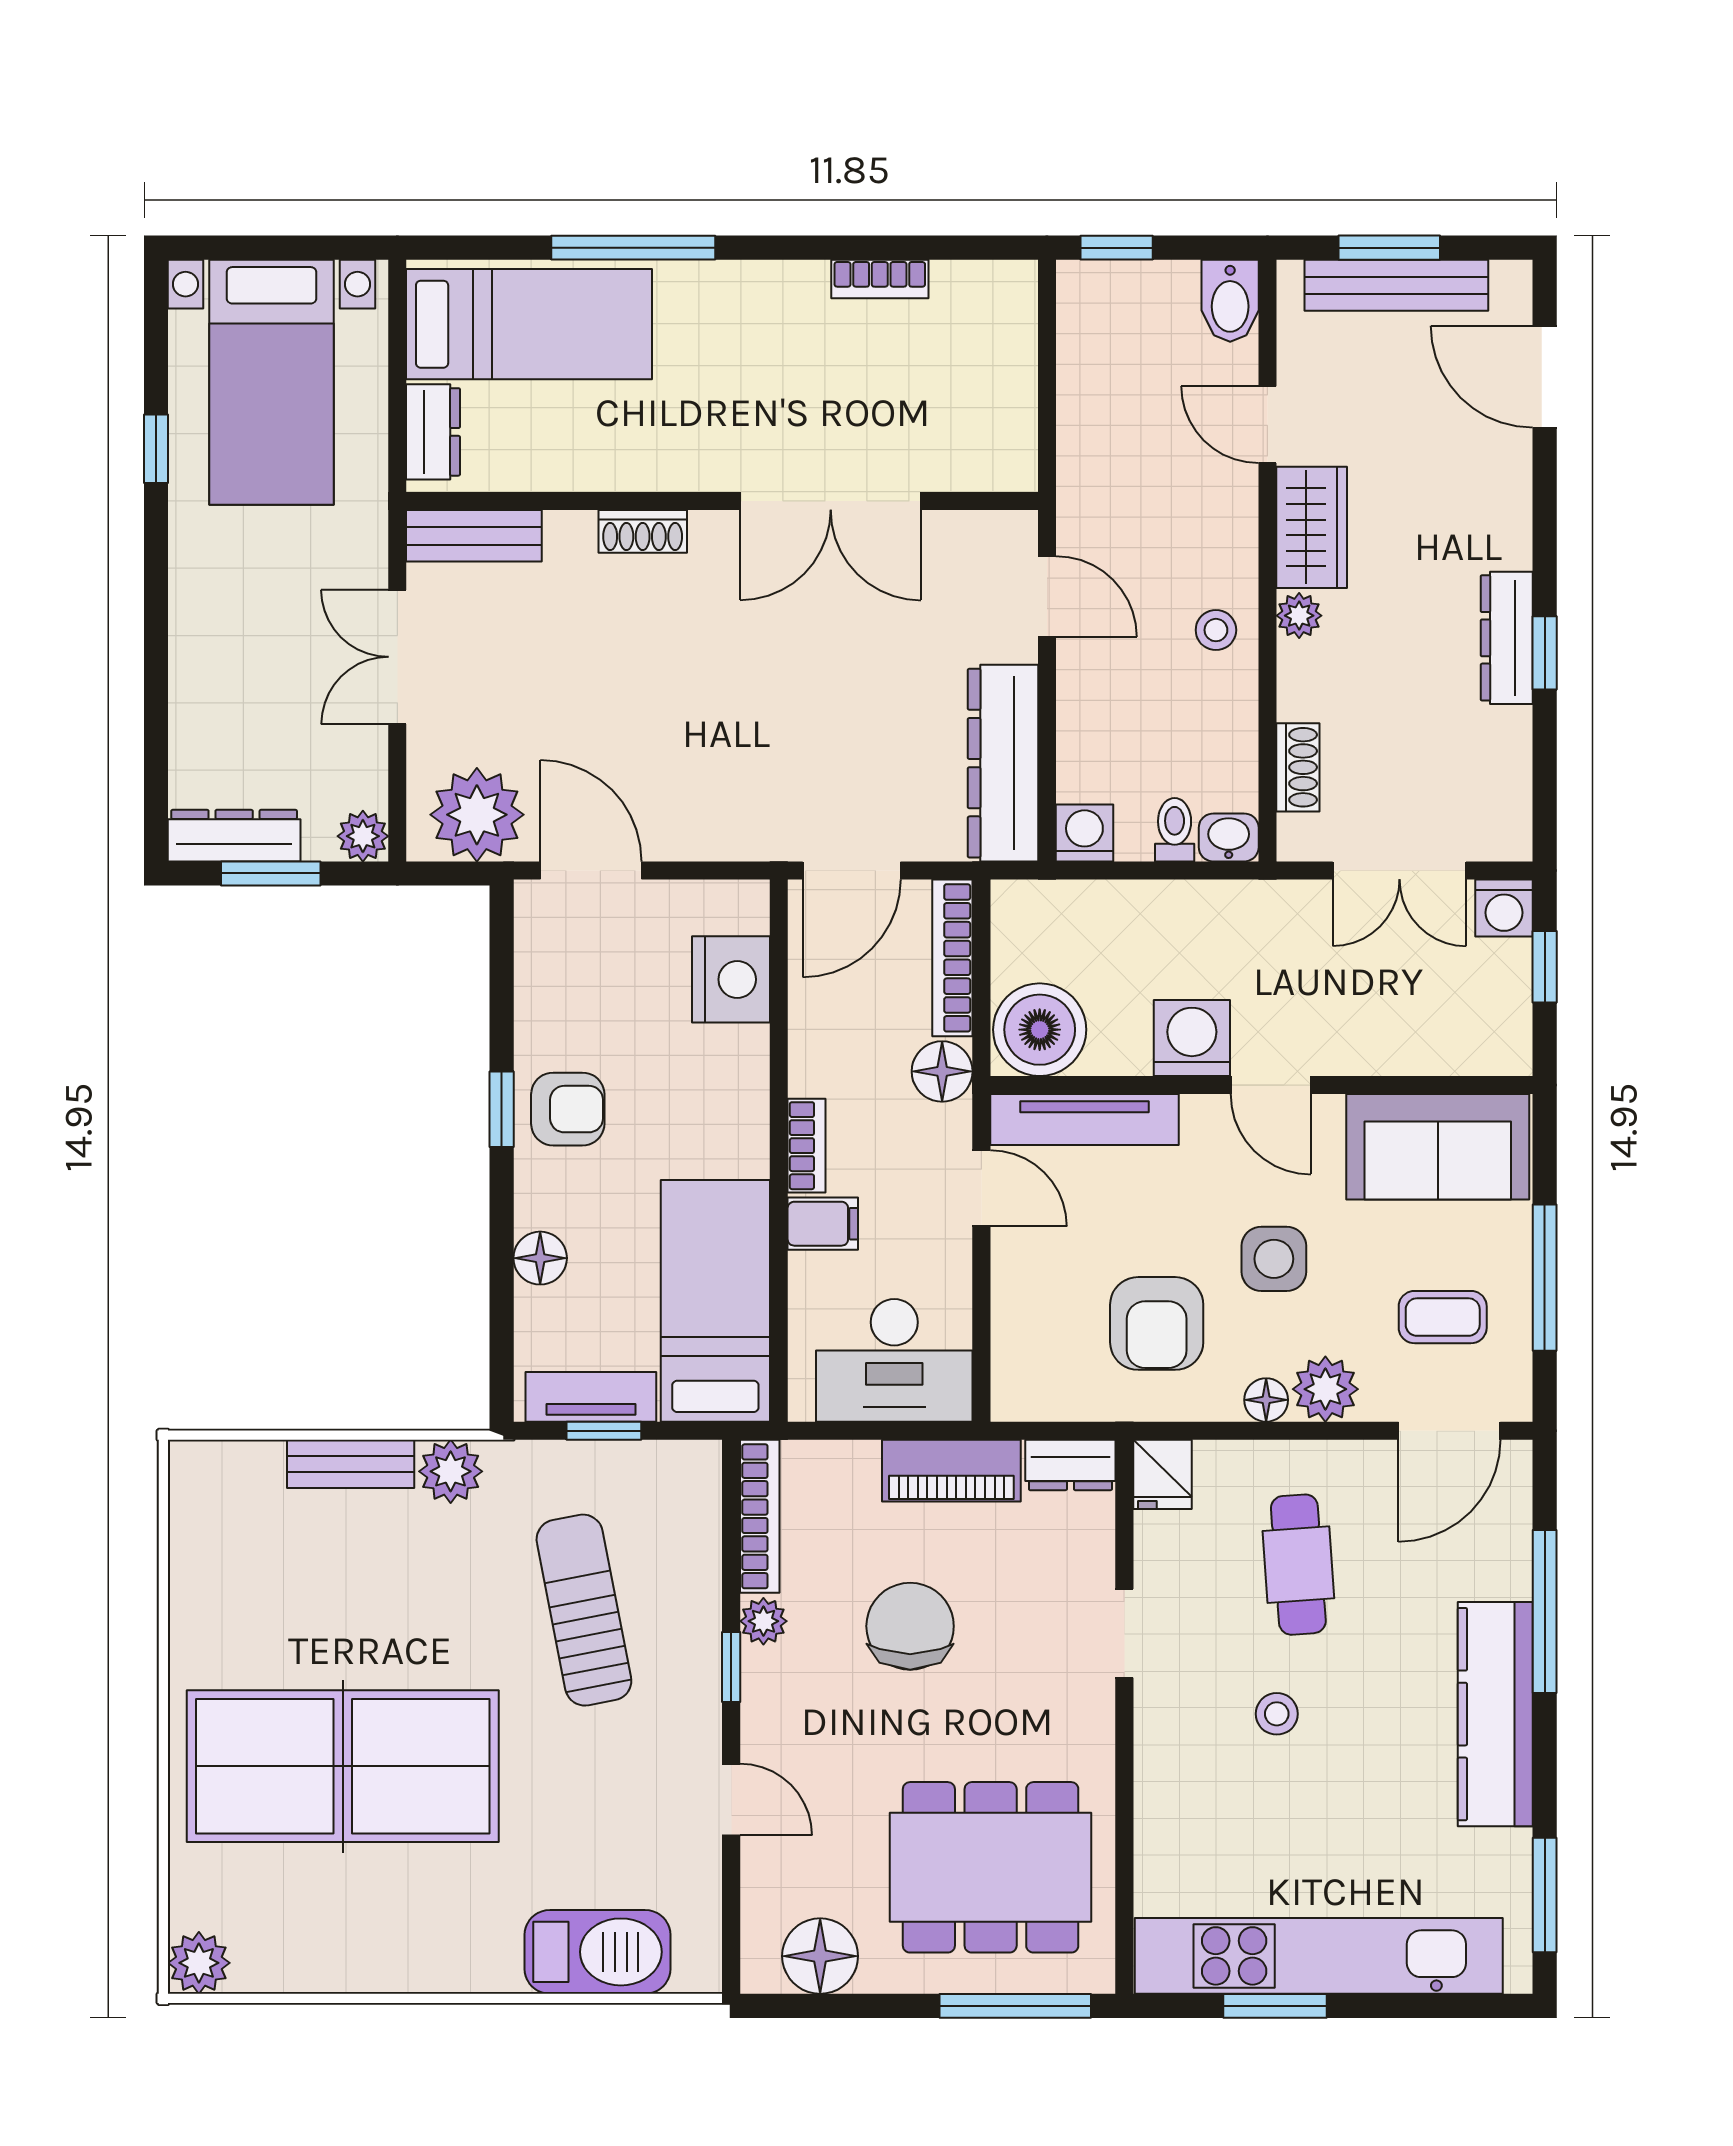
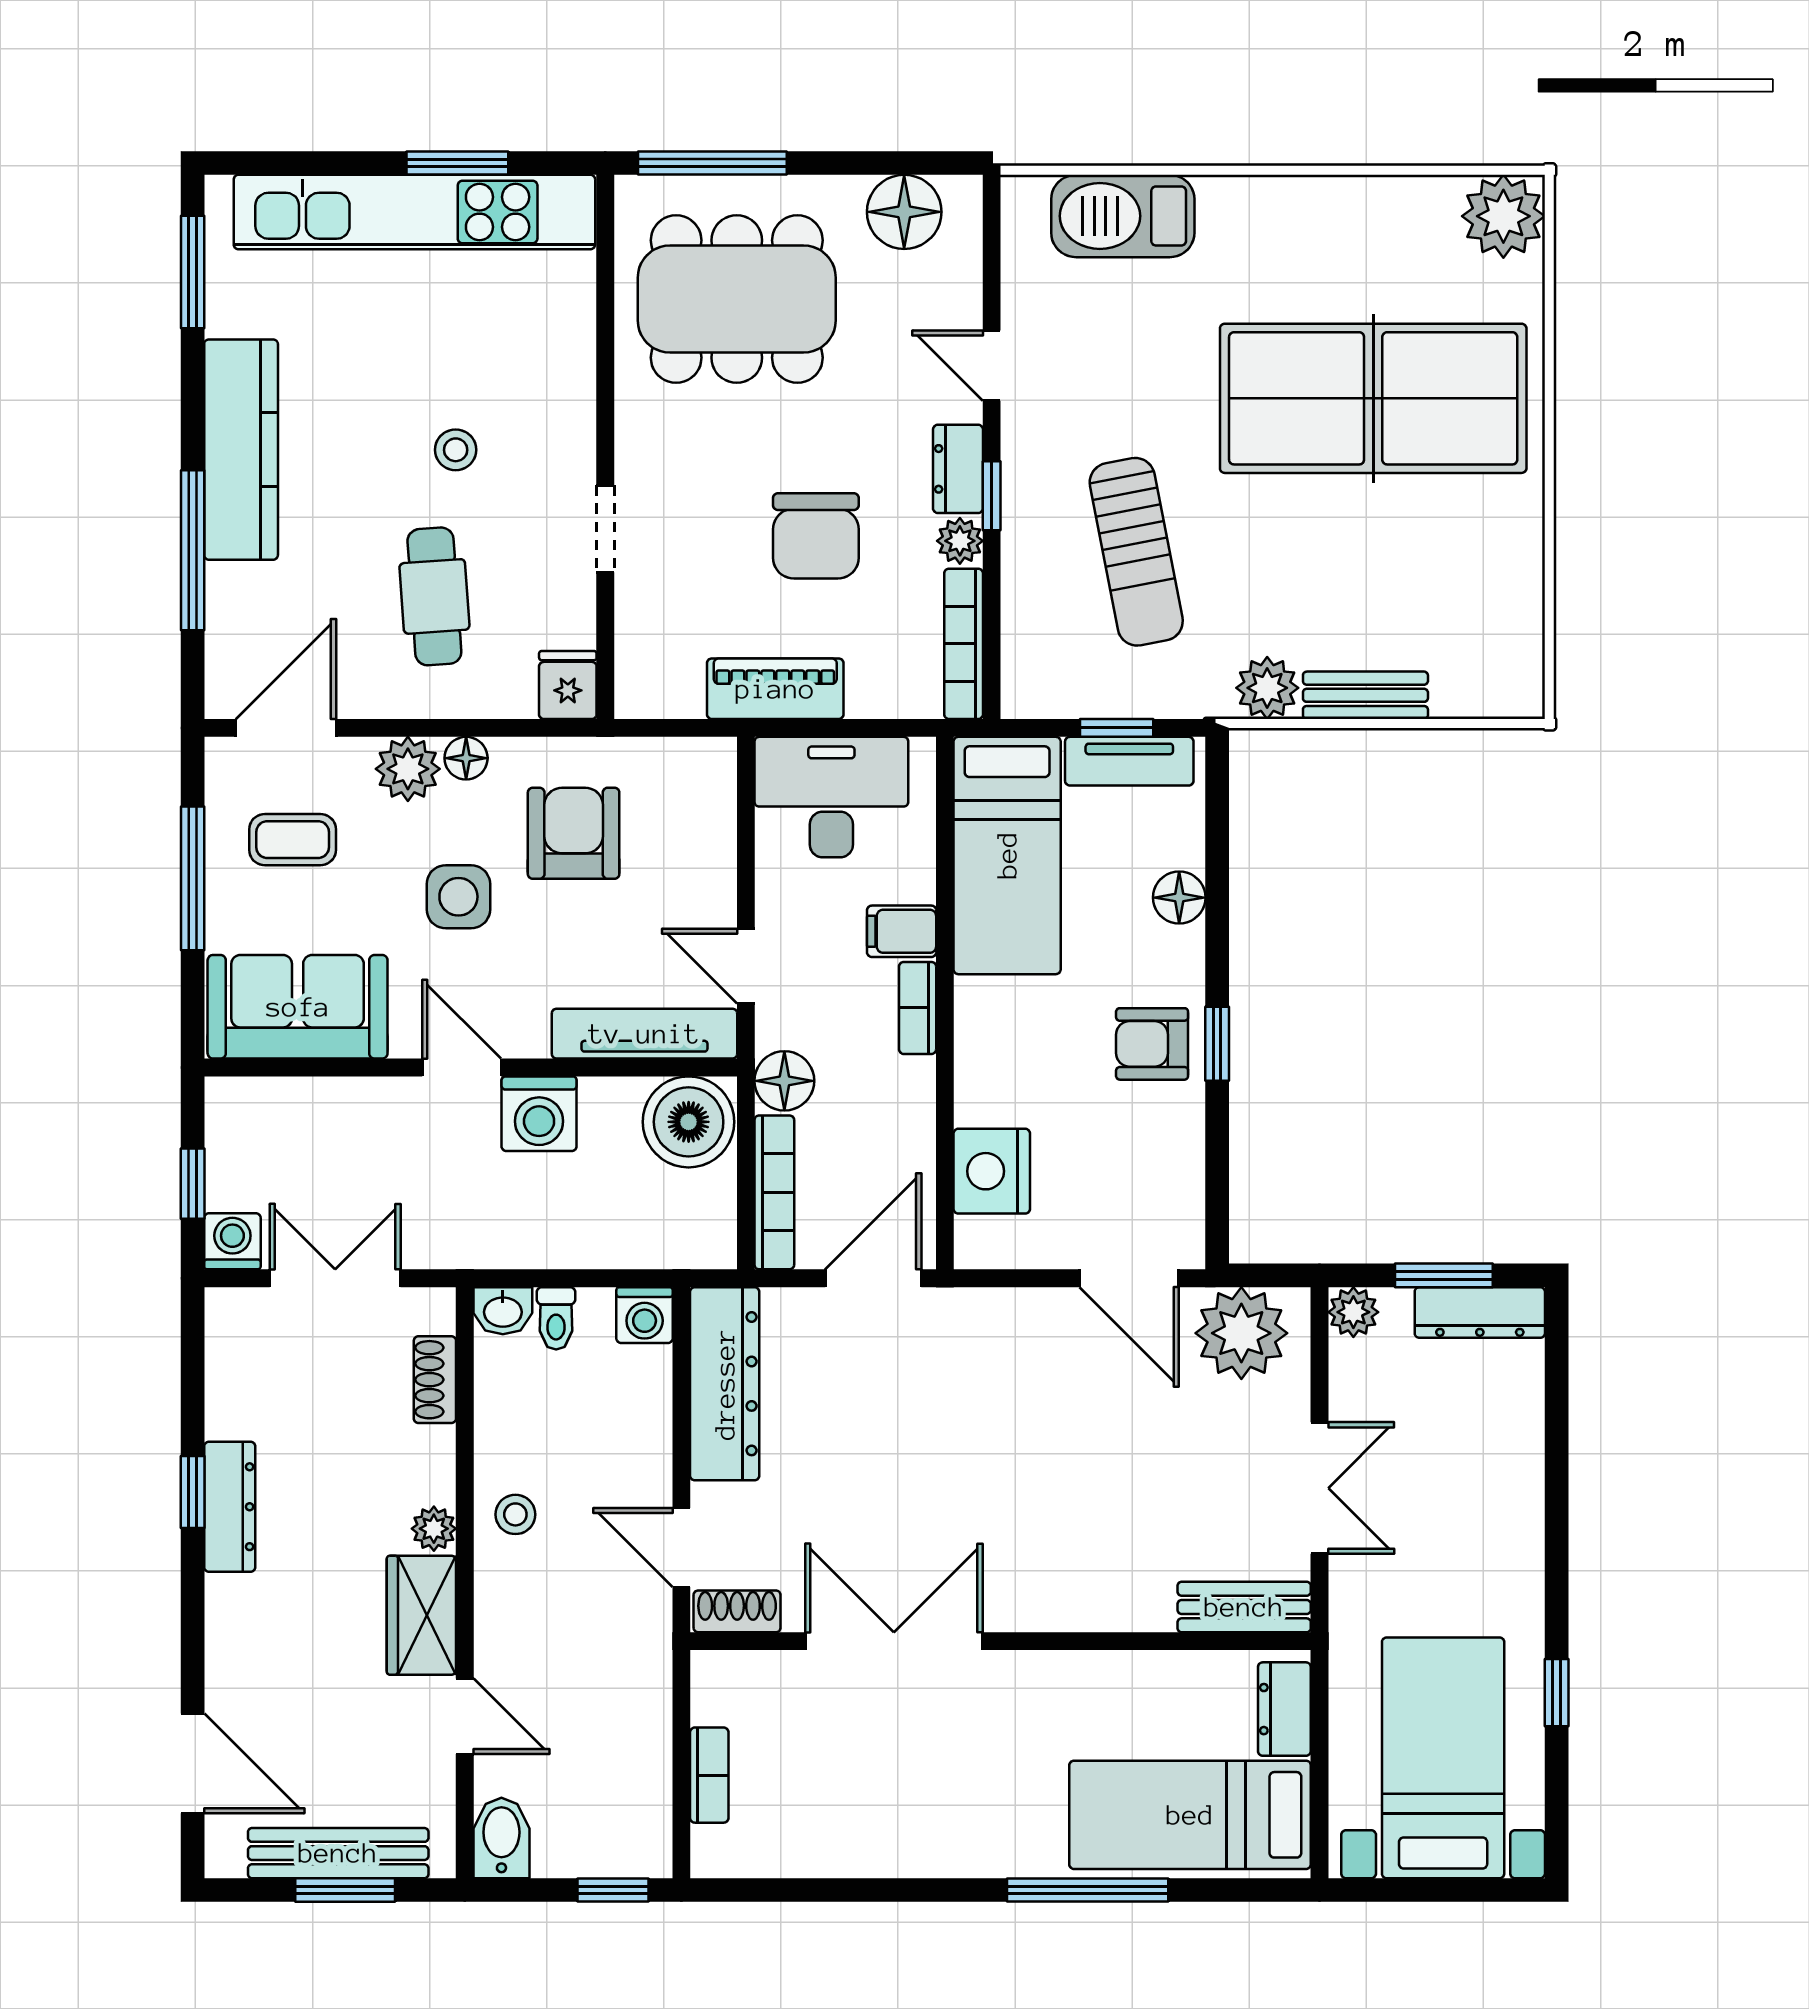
bookcase: (880, 279) -> (709, 1775), moved, turned 90
shoe rack: (643, 531) -> (737, 1611), moved
dresser: (1070, 1465) -> (958, 469), moved, turned -90
plant: (199, 1963) -> (1503, 216), width x1.36, depth x1.36

